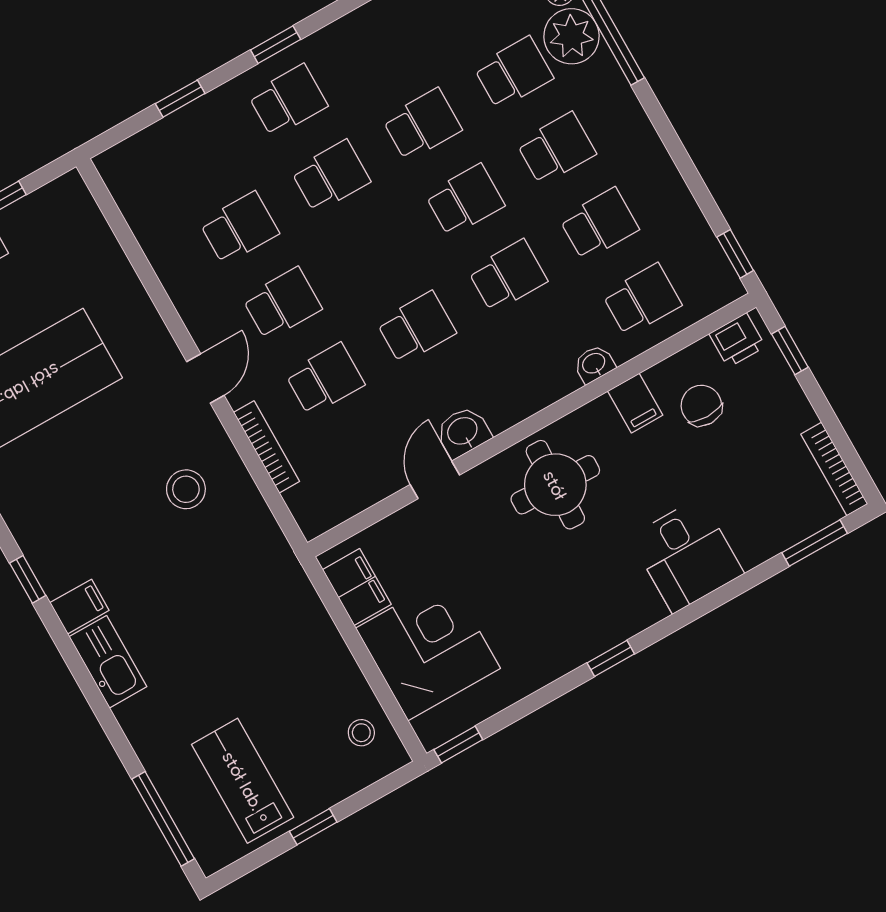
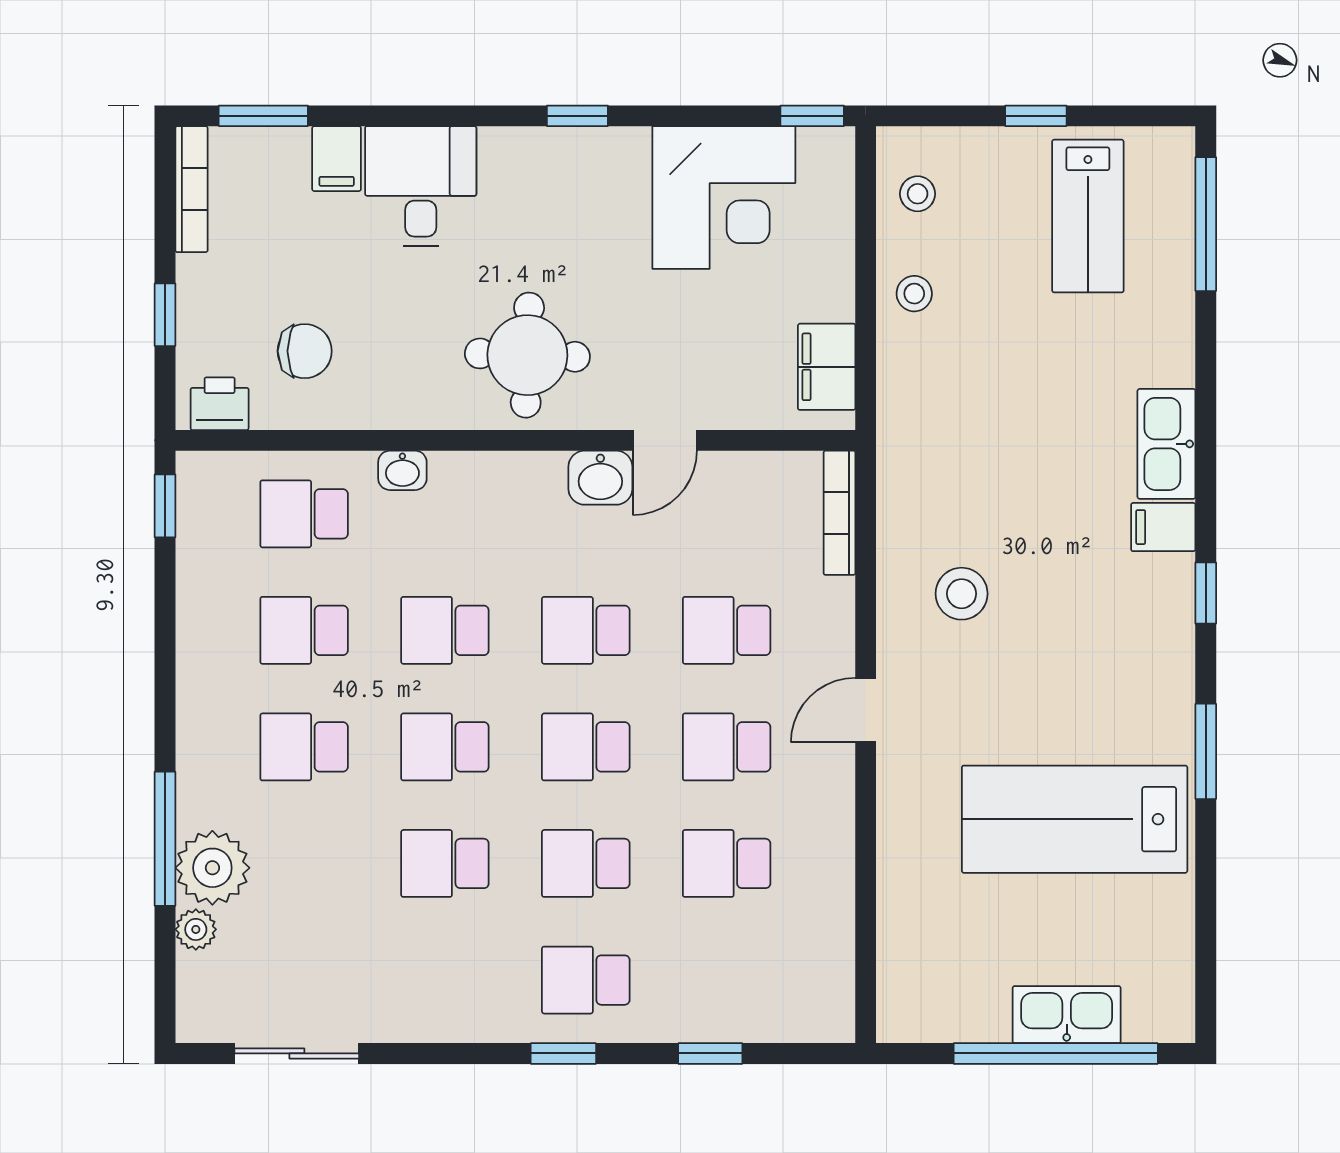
school desk: (514, 73) -> (586, 747), moved
window: (790, 351) -> (165, 315), moved
filing cabinet: (635, 403) -> (337, 159), moved, turned 180
chair: (701, 405) -> (305, 351), turned -90
bookcase: (267, 447) -> (839, 513), moved
corner desk: (428, 648) -> (724, 198), moved, turned -90
stool: (327, 667) -> (914, 294), added

